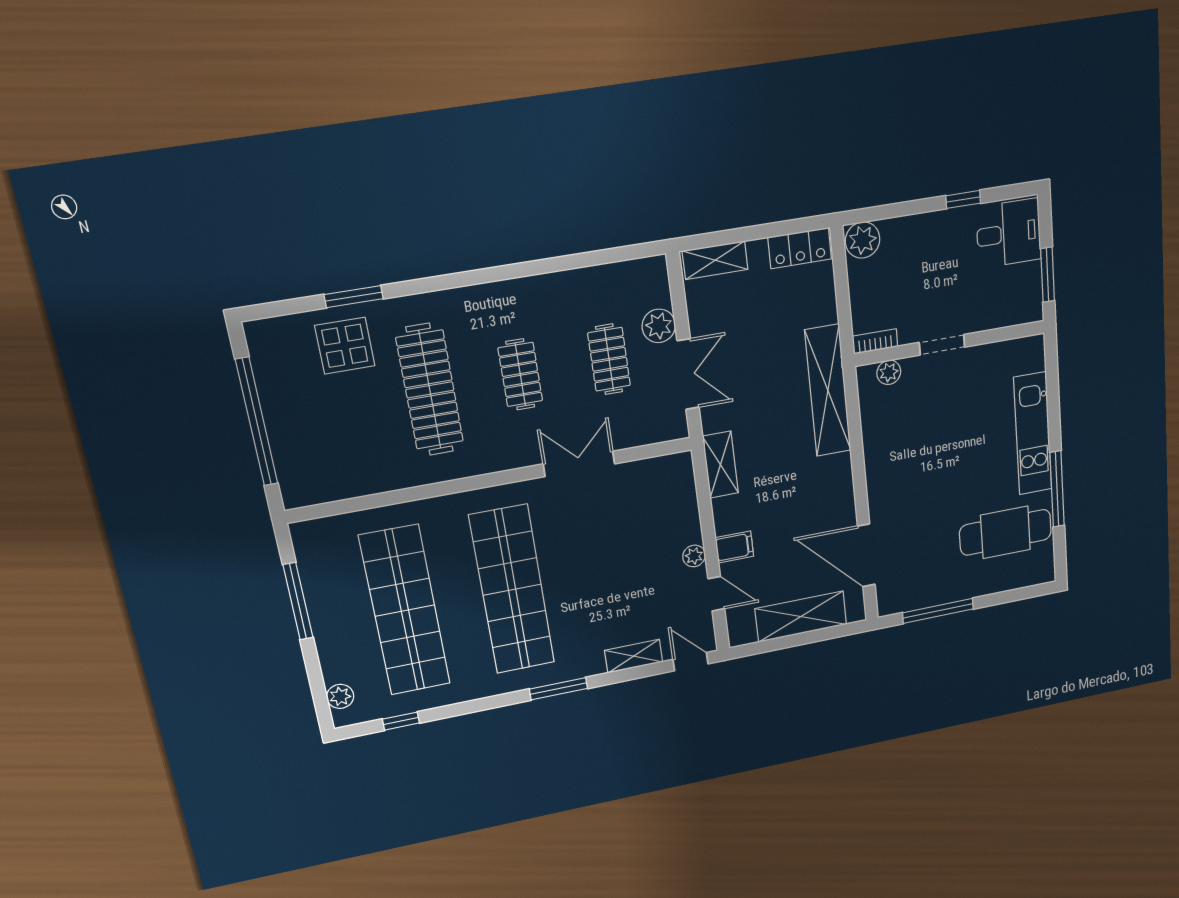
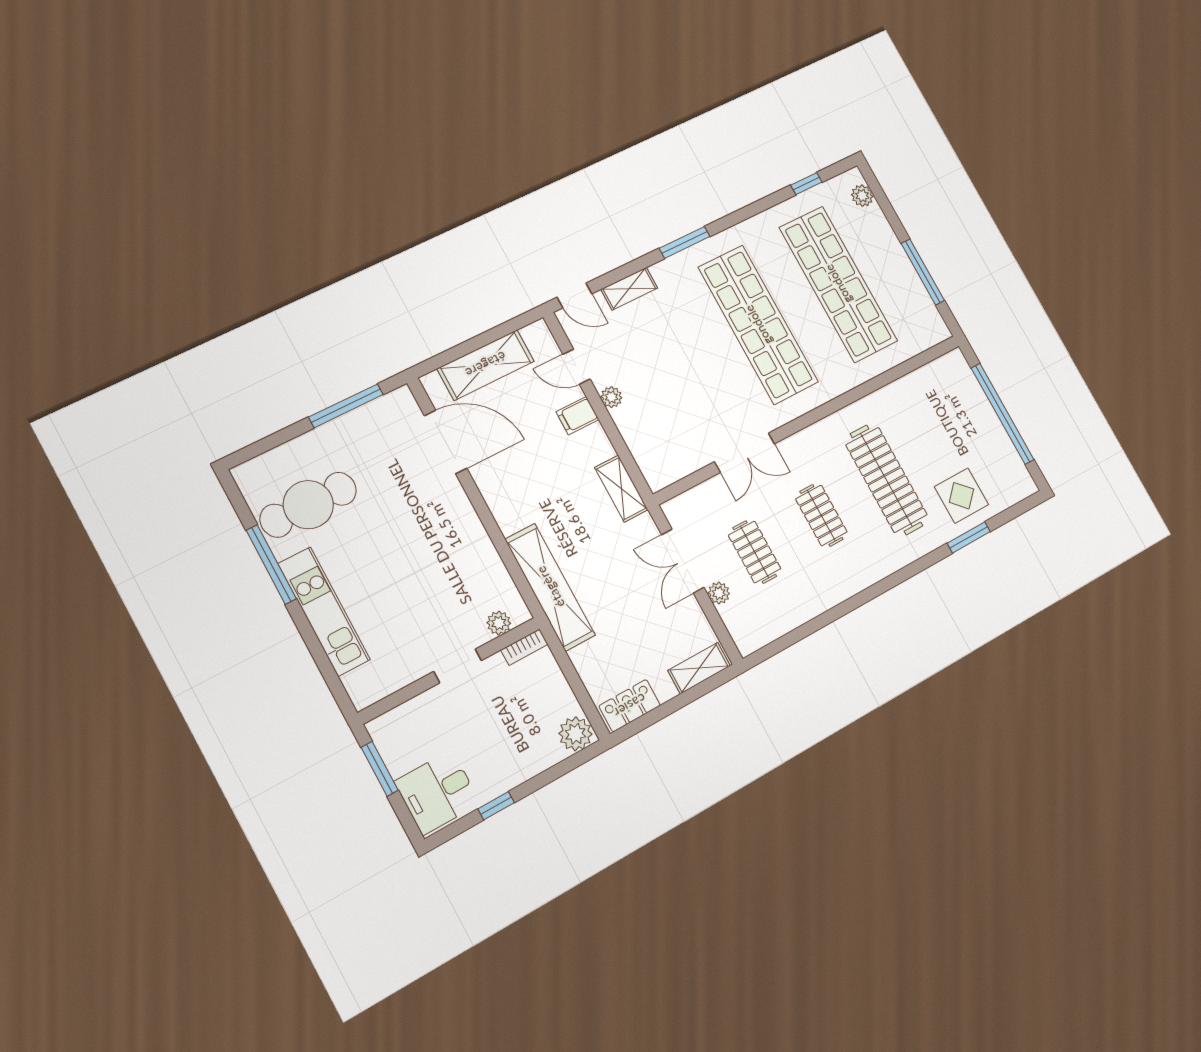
plant: (659, 326) -> (719, 593), width x0.73, depth x0.73

